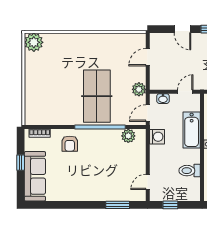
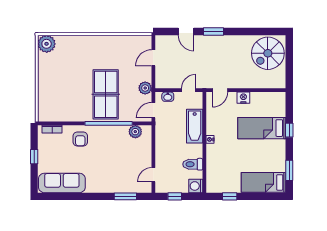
washing machine: (157, 137) -> (196, 186), moved, turned 180
sofa: (35, 176) -> (62, 183), moved, turned -90

